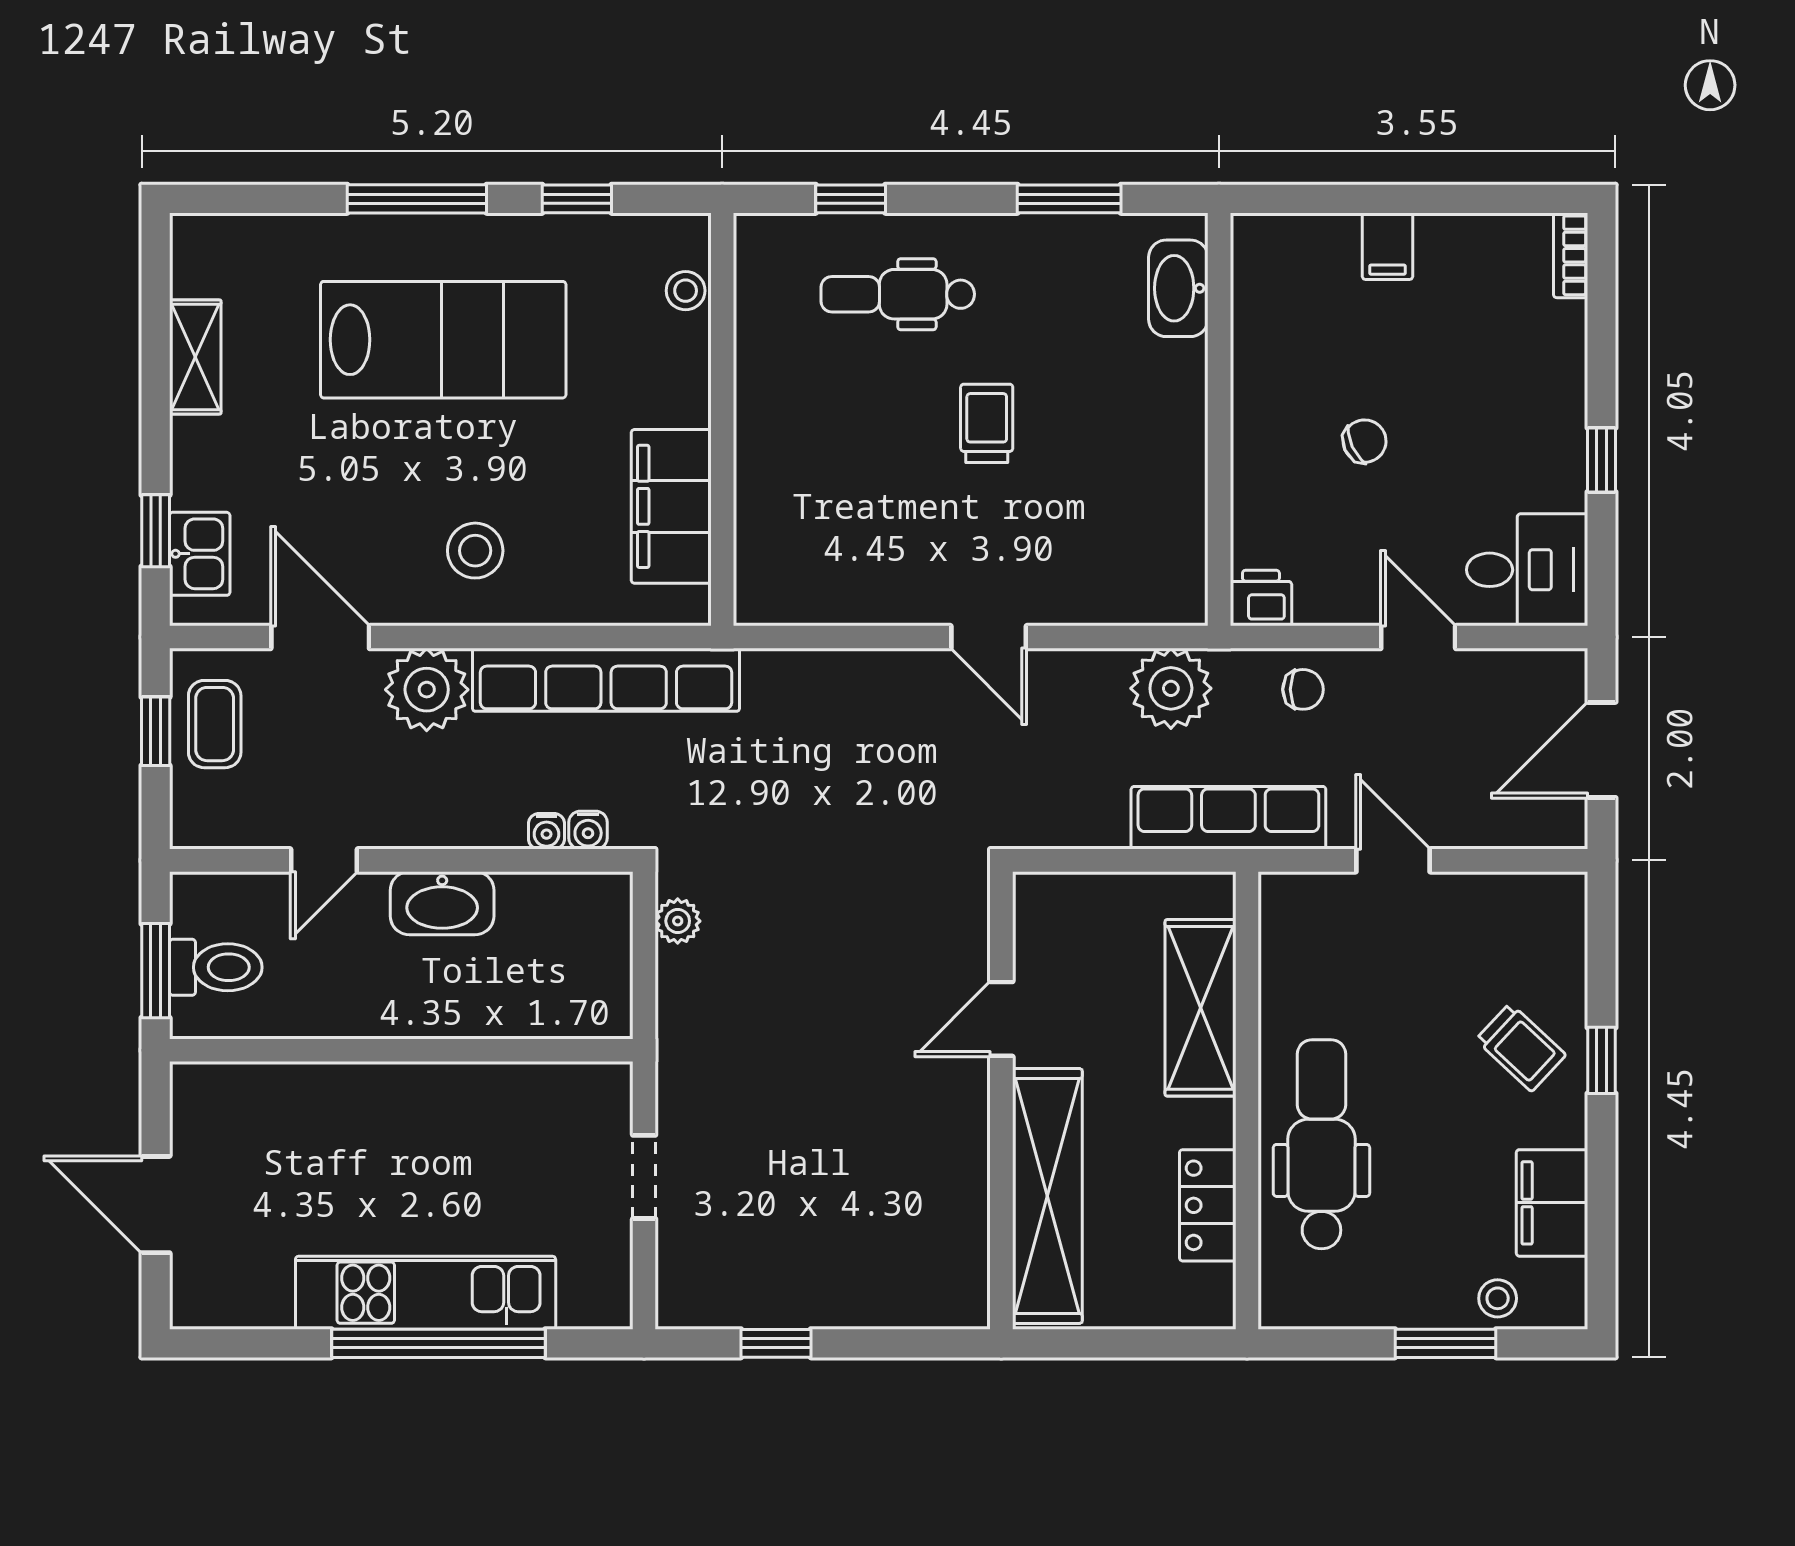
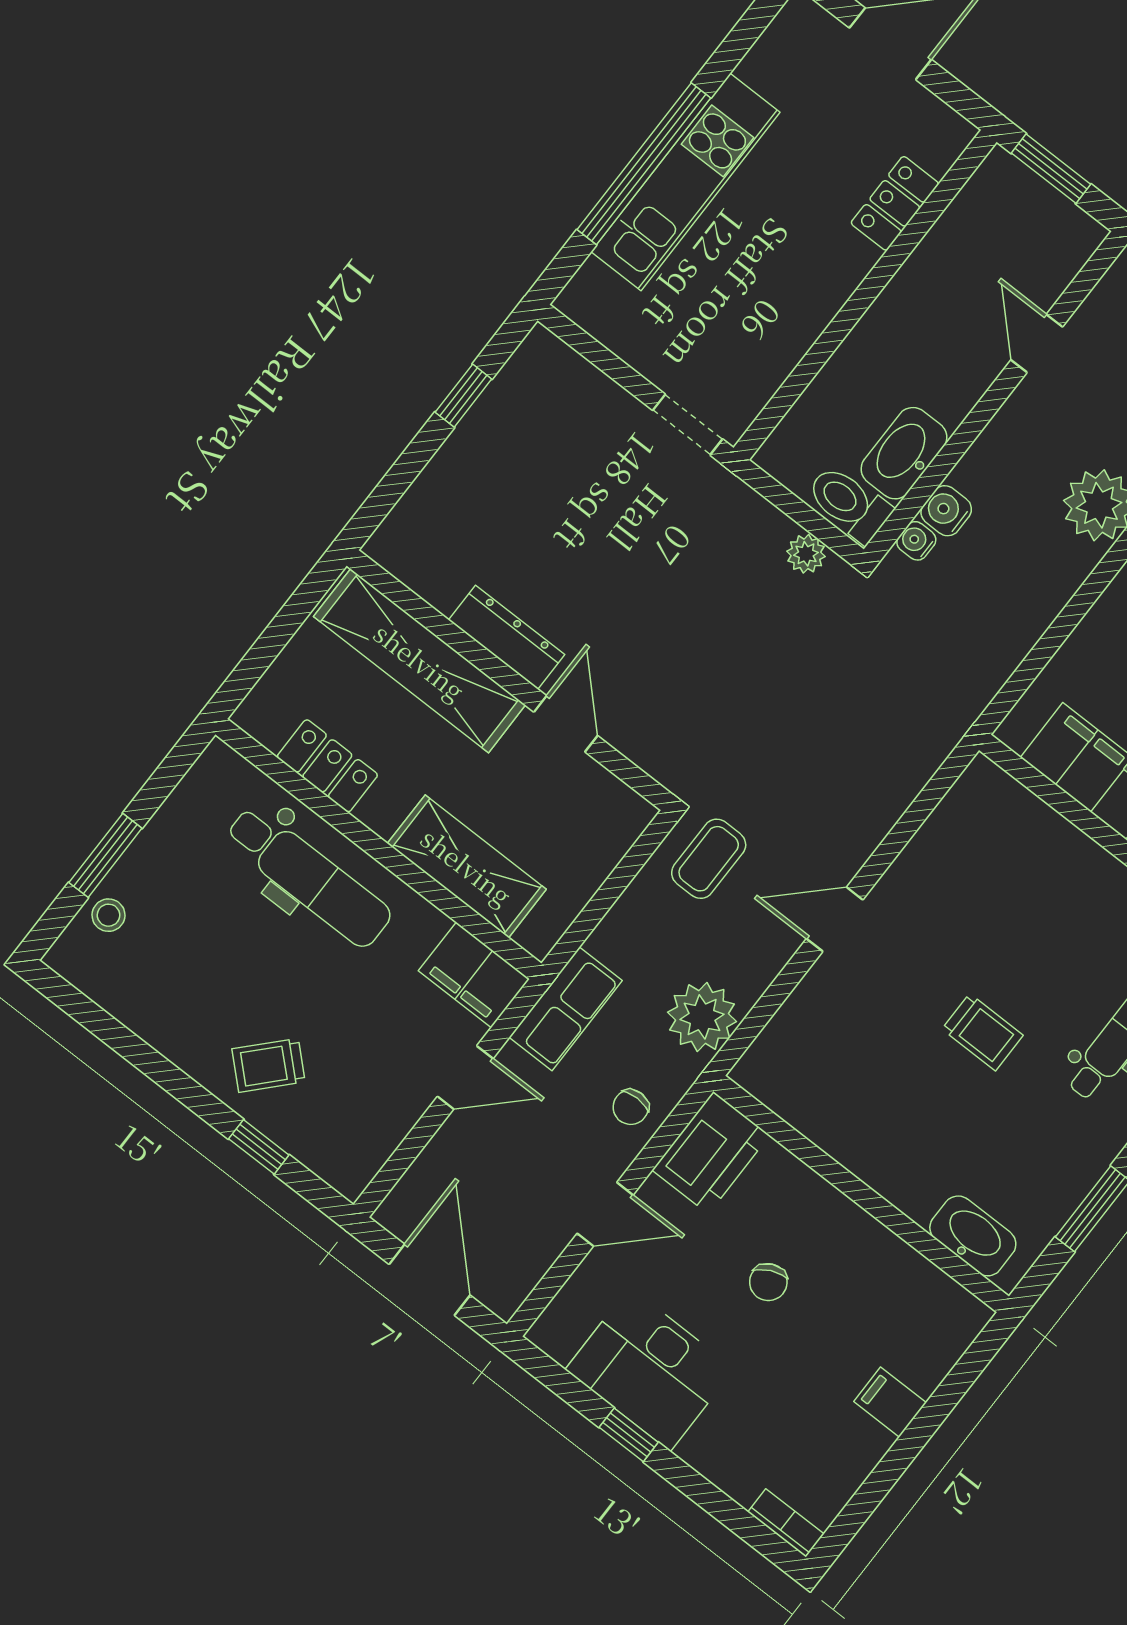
desk: (1527, 570) -> (650, 1369), moved, width x1.37
printer: (1261, 598) -> (711, 1153), width x1.87, depth x1.48
row of seats: (606, 680) -> (1010, 634), removed
coffee table: (1023, 794) -> (709, 859), added
row of seats: (1228, 818) -> (566, 1009), width x0.68
water cooler: (547, 831) -> (946, 511), width x1.38, depth x1.38
washbasin: (442, 903) -> (904, 453), moved
toilet: (216, 967) -> (849, 503), moved, turned 90
window: (1602, 1060) -> (259, 1147), moved
locker: (297, 1088) -> (895, 203), added
dresser: (965, 1134) -> (507, 637), added
doorway: (644, 1177) -> (688, 425), moved
filing cabinet: (1552, 1203) -> (474, 975), moved, turned 180

